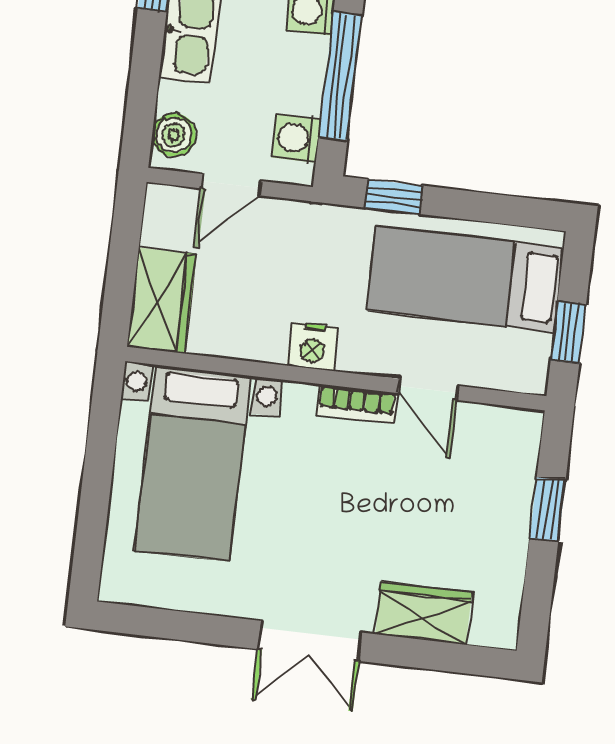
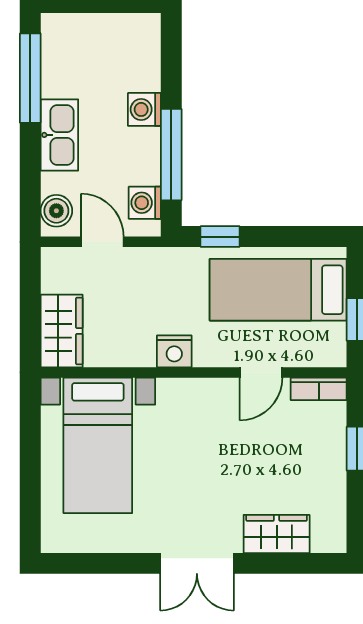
door: (231, 185) -> (102, 242), swing flipped
door: (428, 389) -> (261, 372), hinge flipped
bookcase: (357, 404) -> (319, 389), moved

